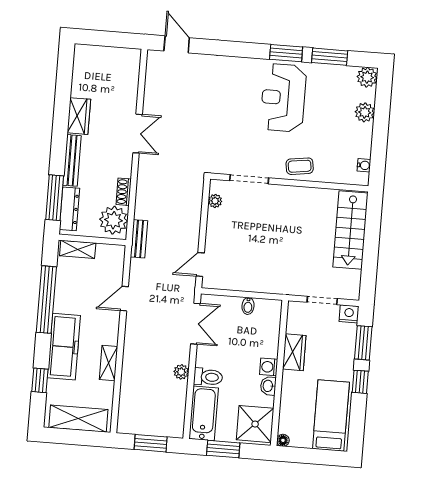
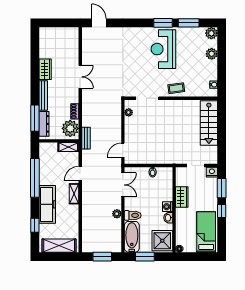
shelving: (78, 249) -> (68, 147), moved
shelving: (109, 363) -> (74, 194), moved

